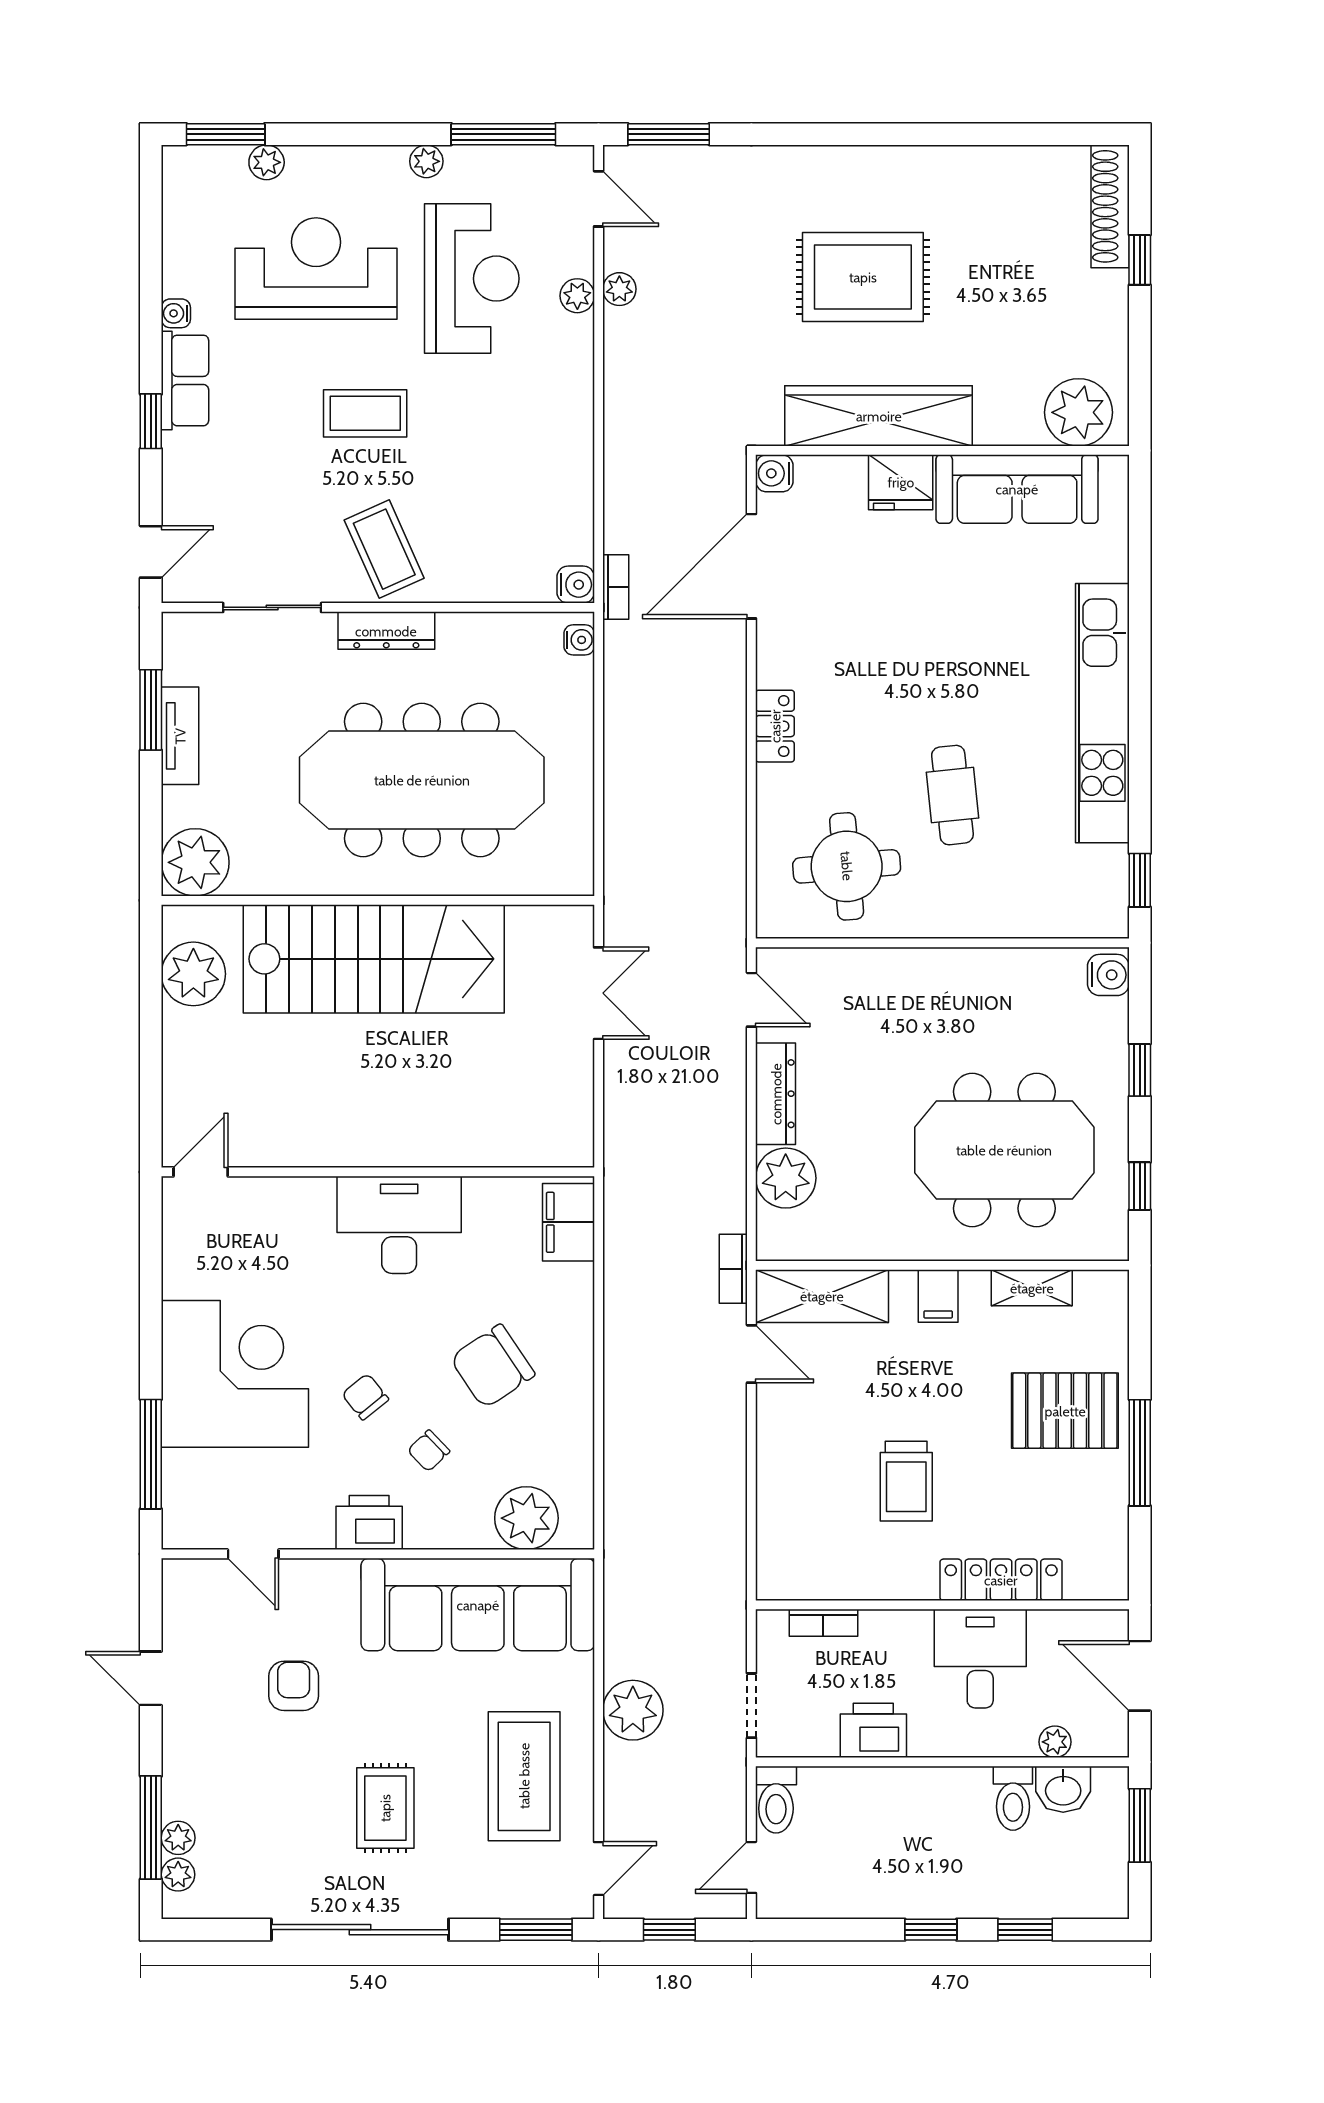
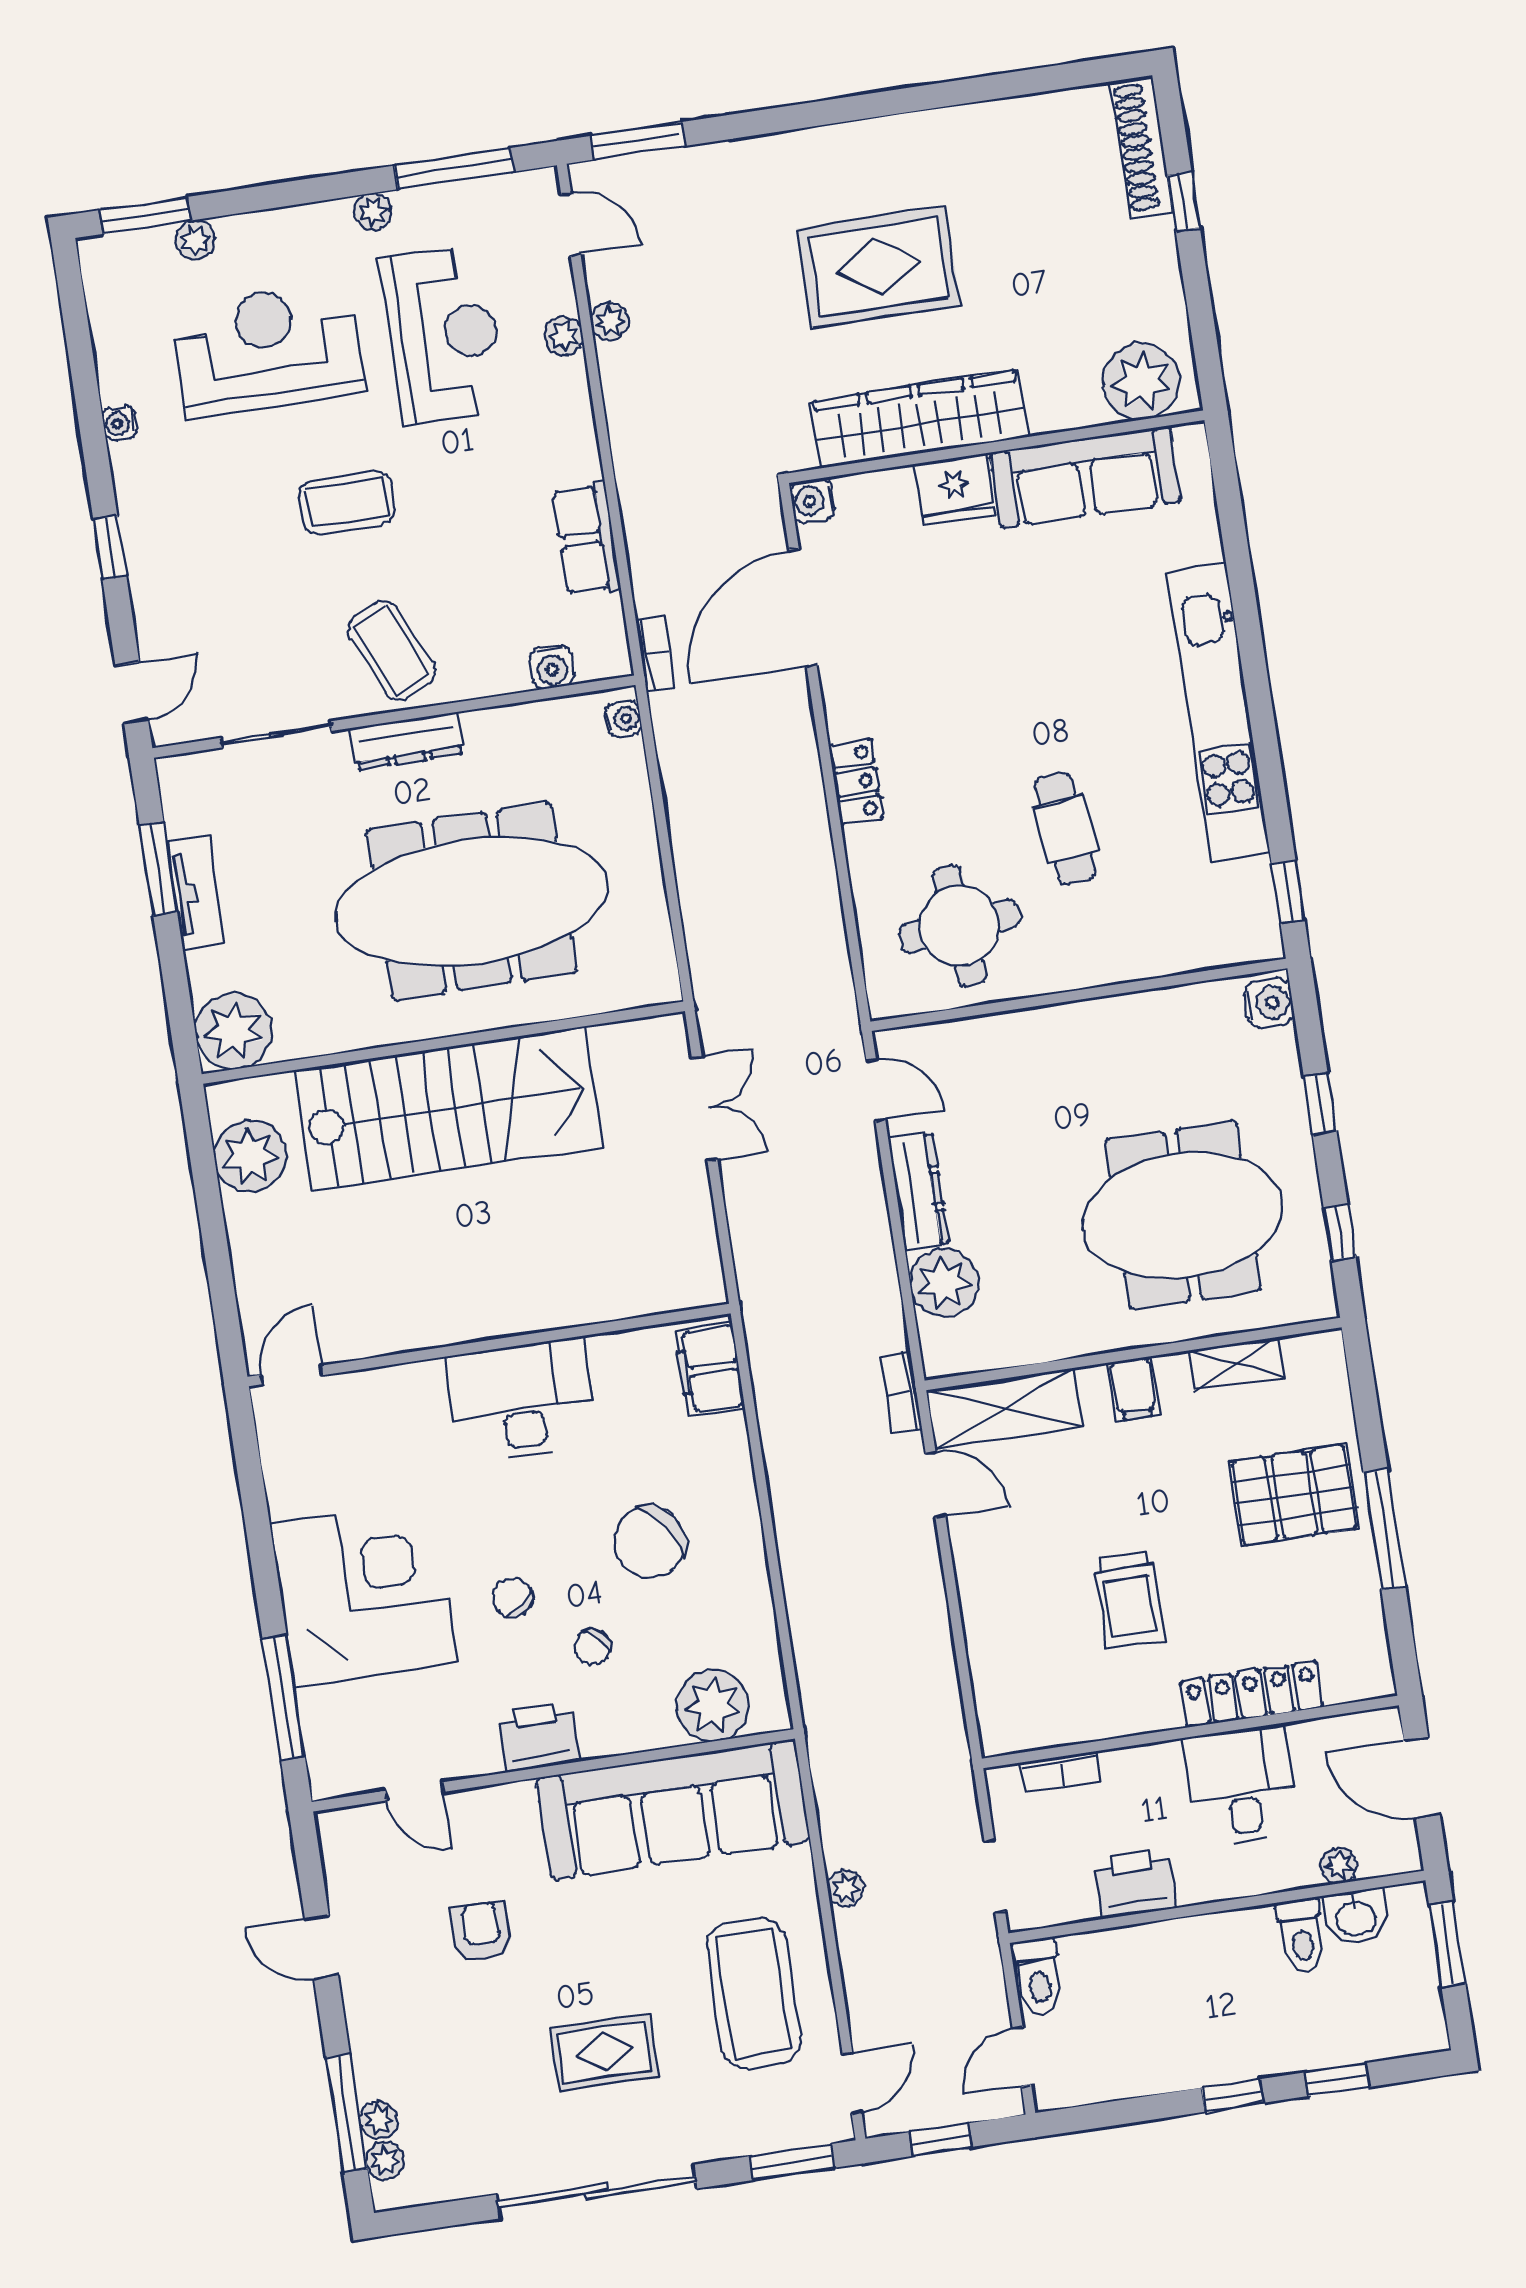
row of seats: (185, 380) -> (587, 539), moved, turned 180
water cooler: (576, 585) -> (552, 667), moved, turned 90
plant: (633, 1710) -> (846, 1888), width x0.53, depth x0.53
rug: (385, 1808) -> (604, 2052), turned 90

